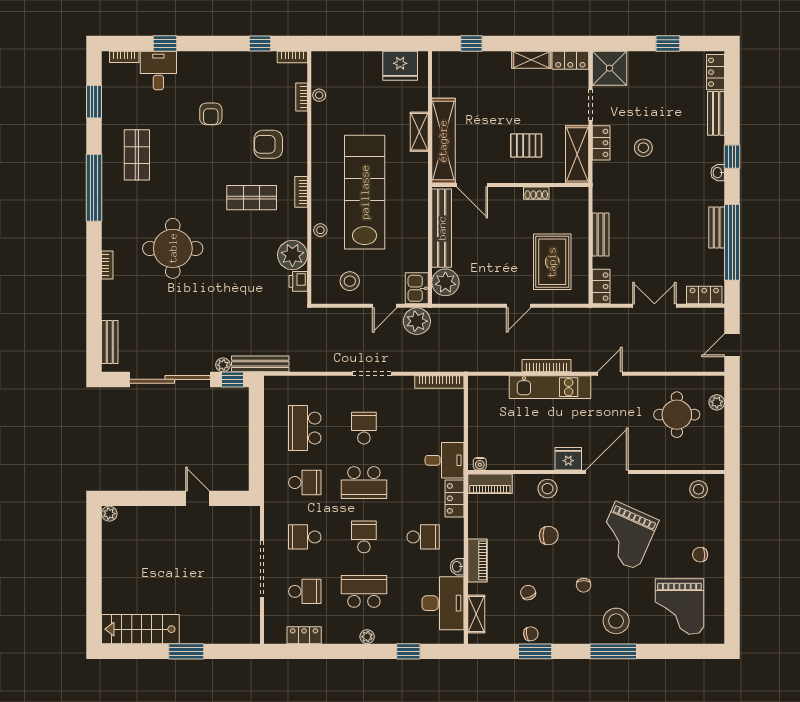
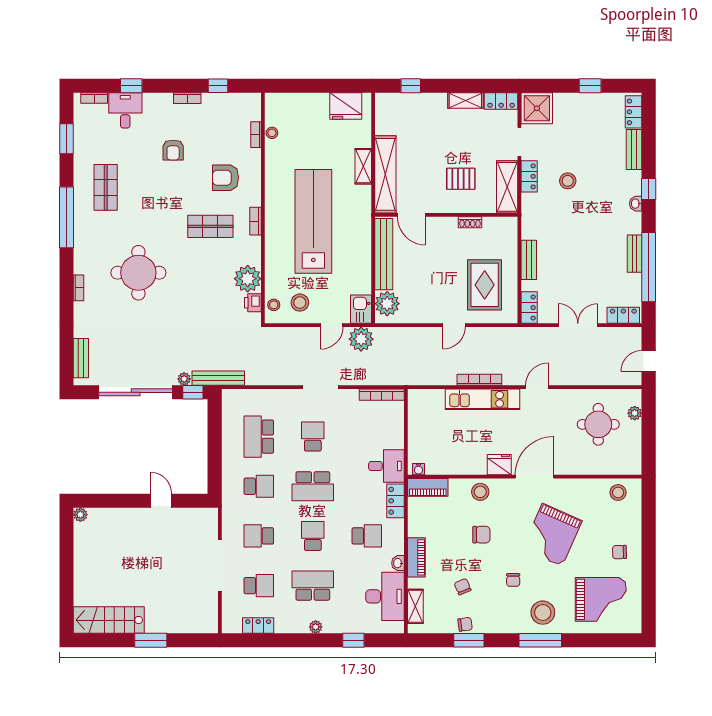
bookcase: (292, 57) -> (187, 98), moved
stool: (320, 230) -> (274, 305), moved
grand piano: (679, 607) -> (601, 599), turned -90

